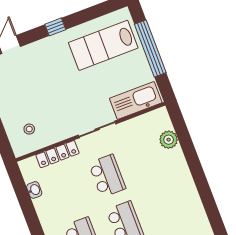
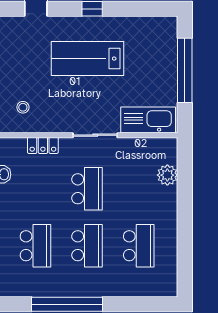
lab bench: (103, 45) -> (87, 59), moved
locker: (57, 154) -> (43, 145), width x0.66
school desk: (167, 206) -> (139, 246), added

